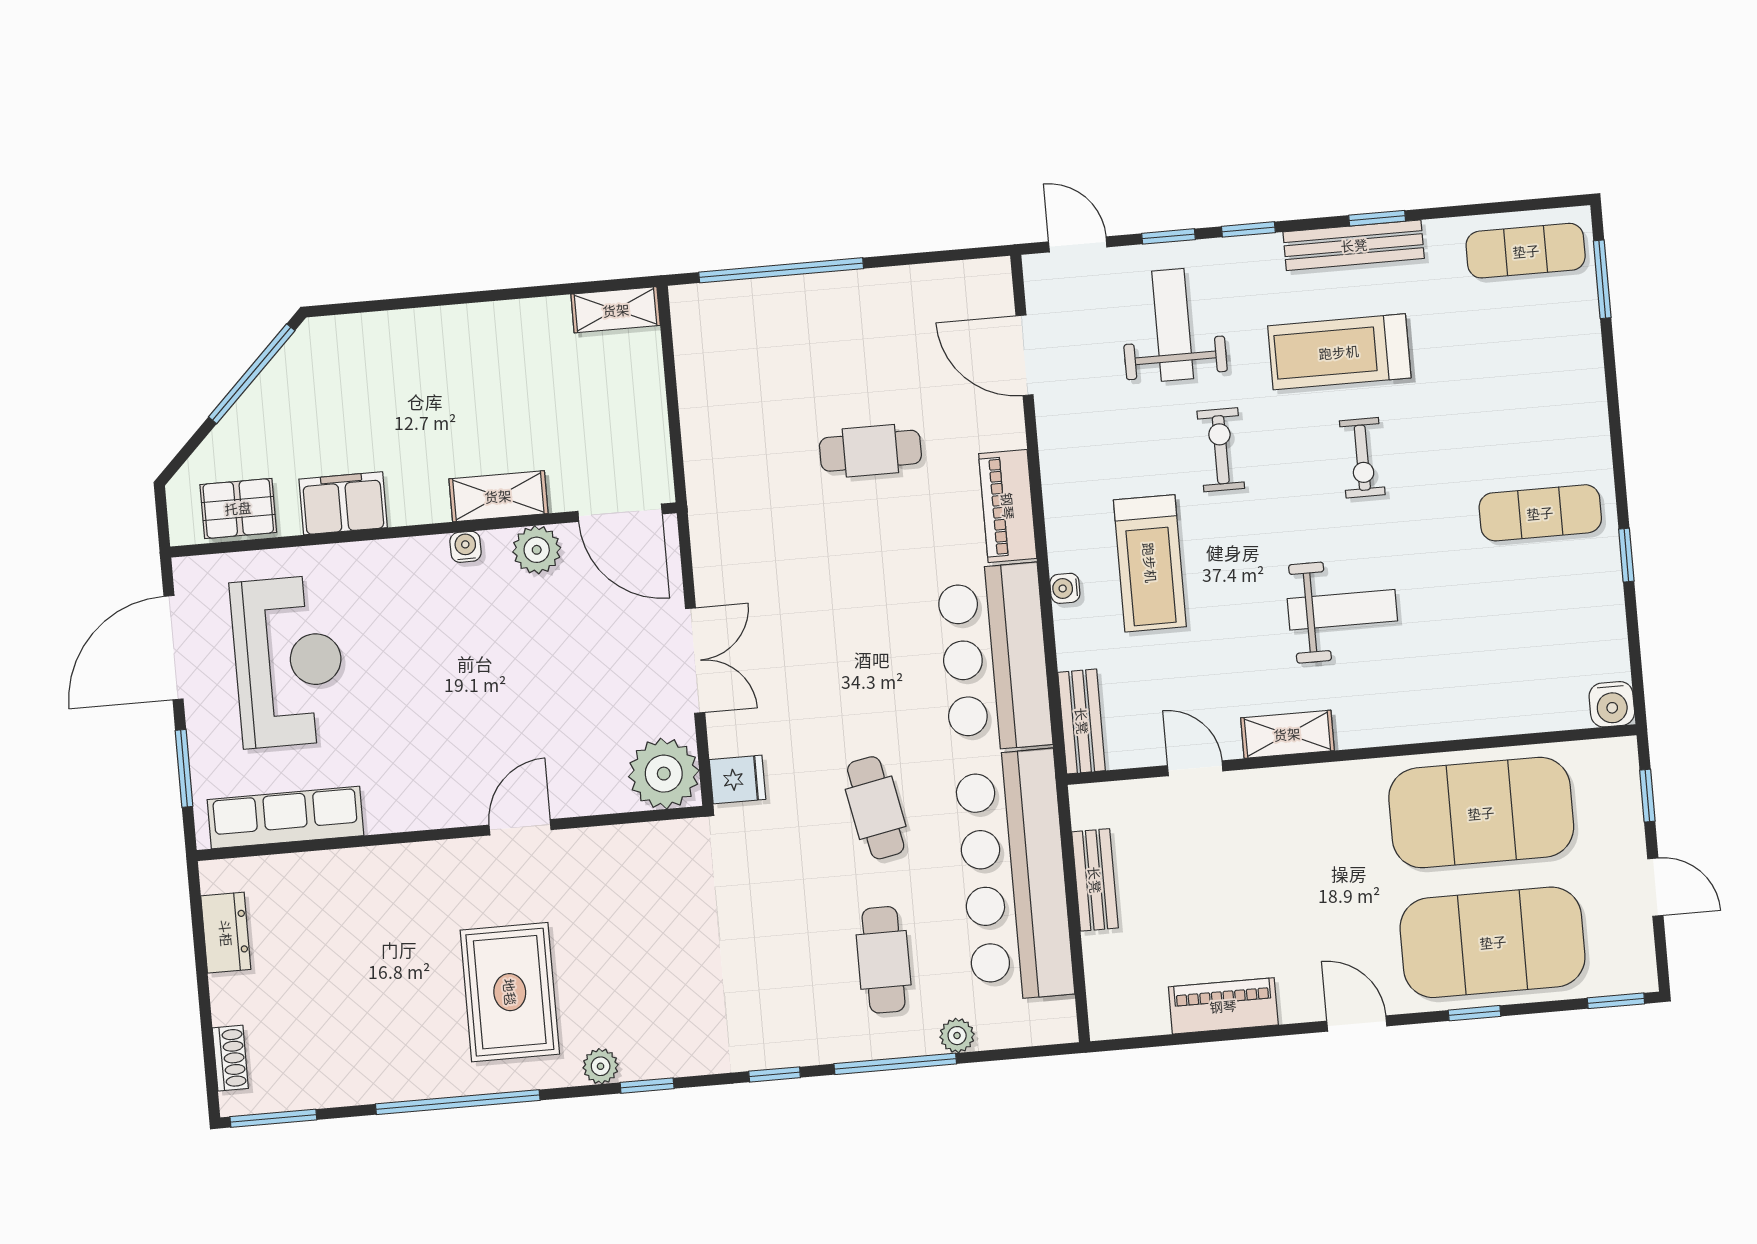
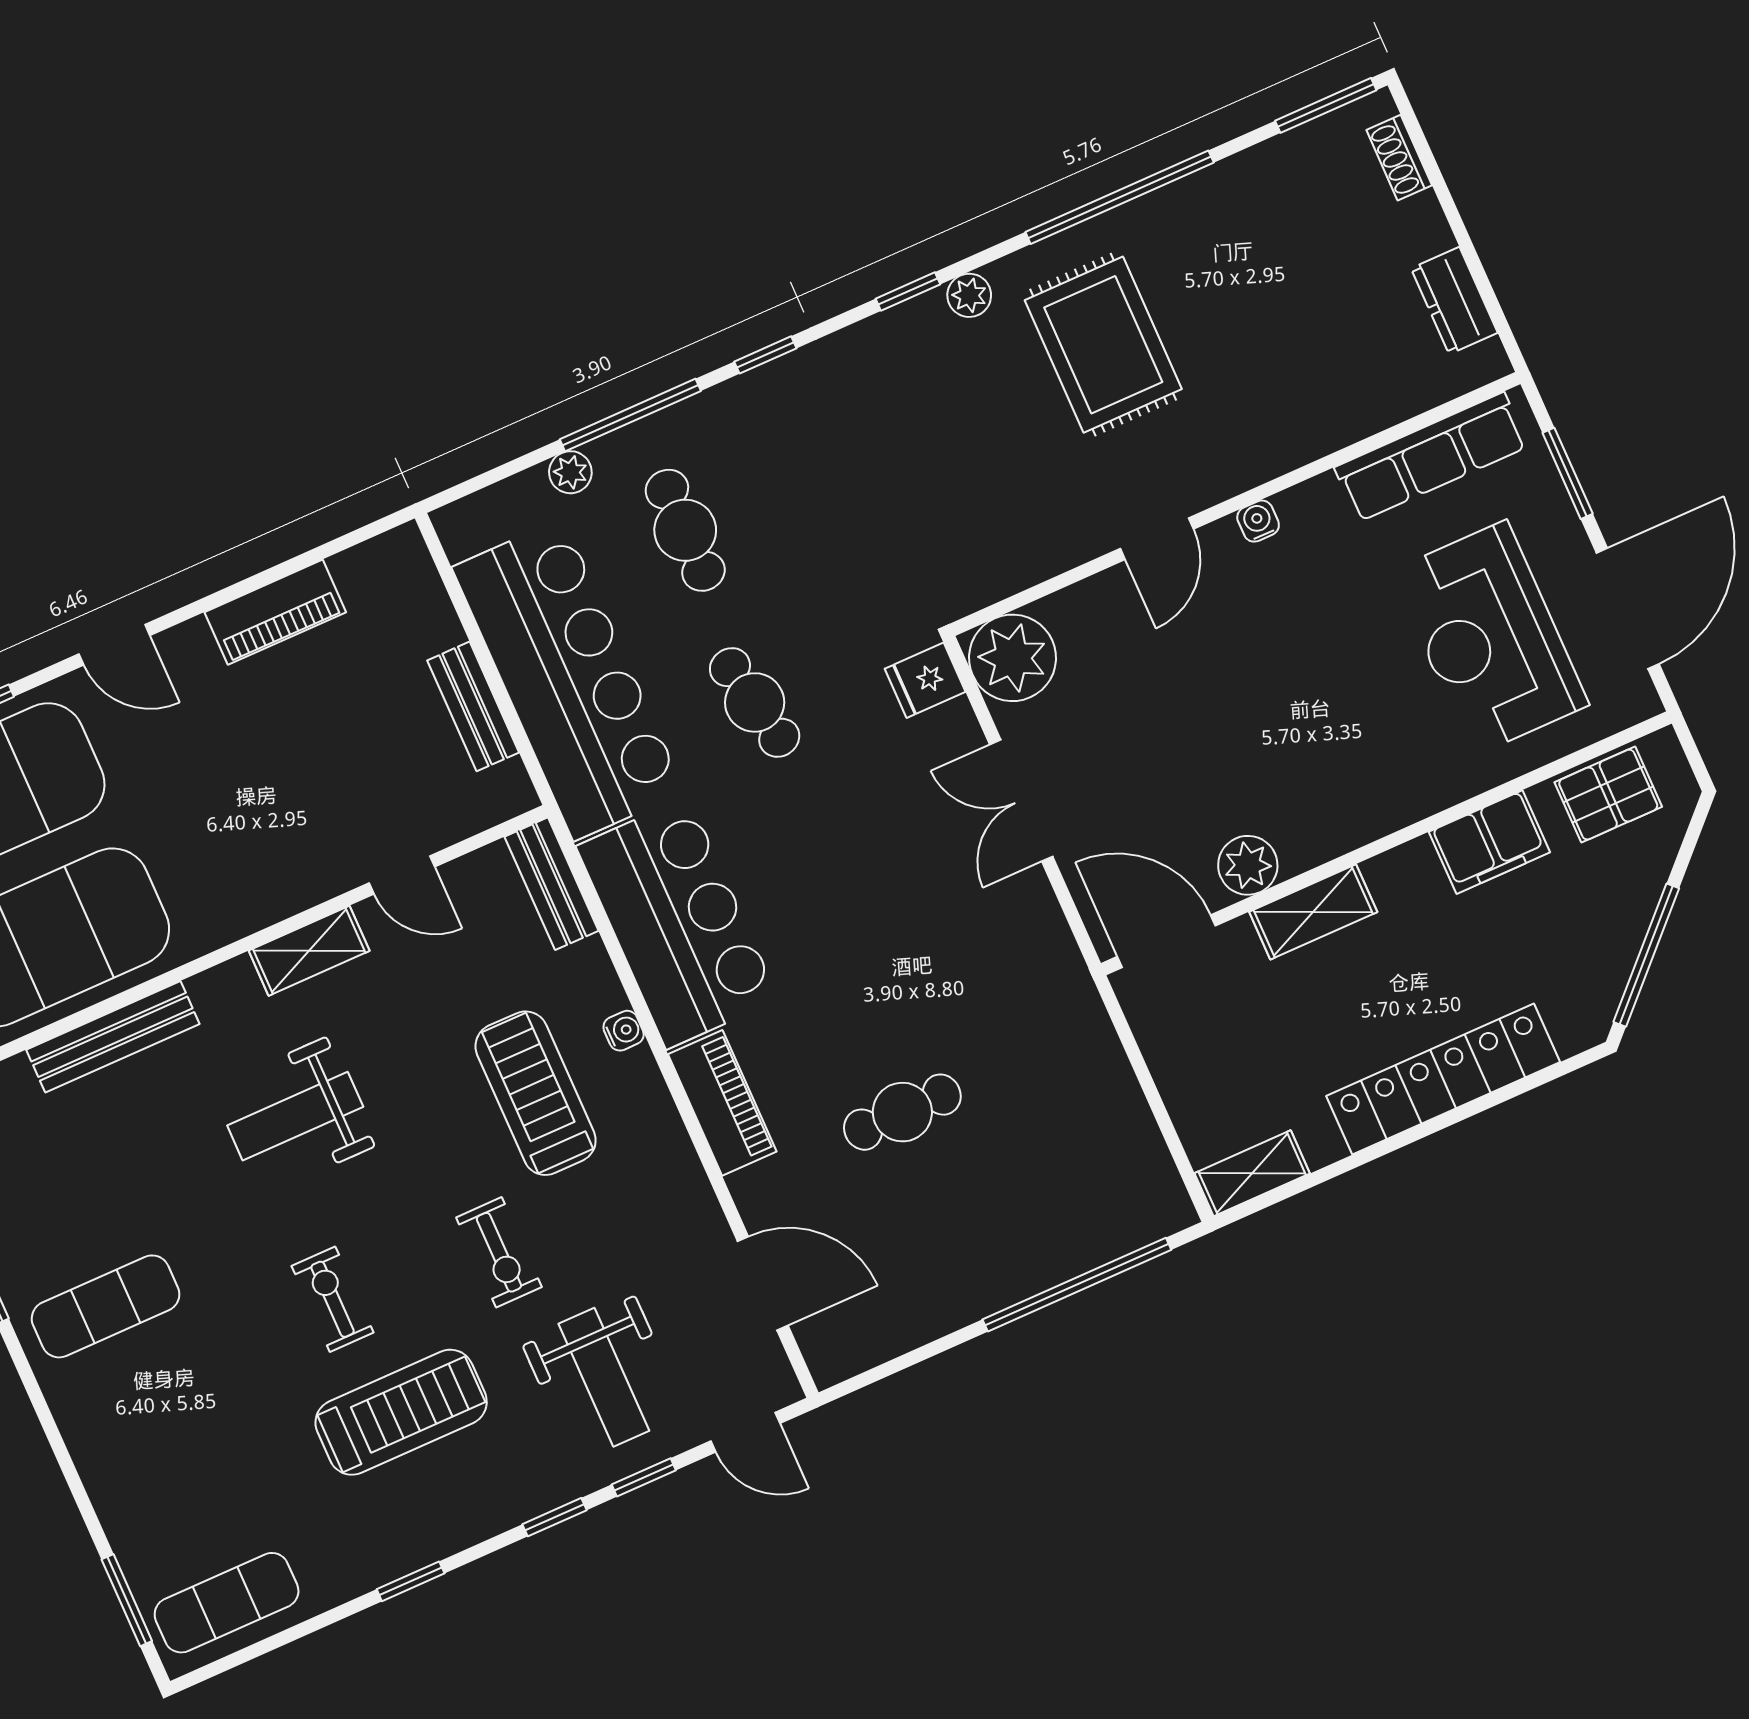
bench: (1354, 245) -> (113, 1037), moved
locker: (442, 332) -> (1443, 1079), added
water cooler: (466, 547) -> (1258, 521), moved, turned 180

